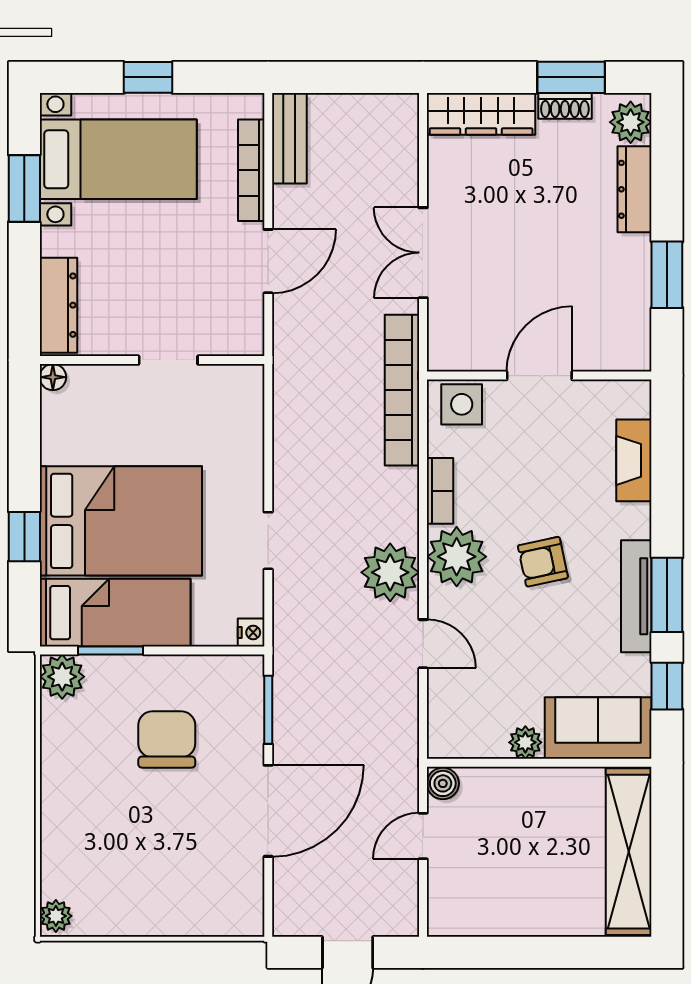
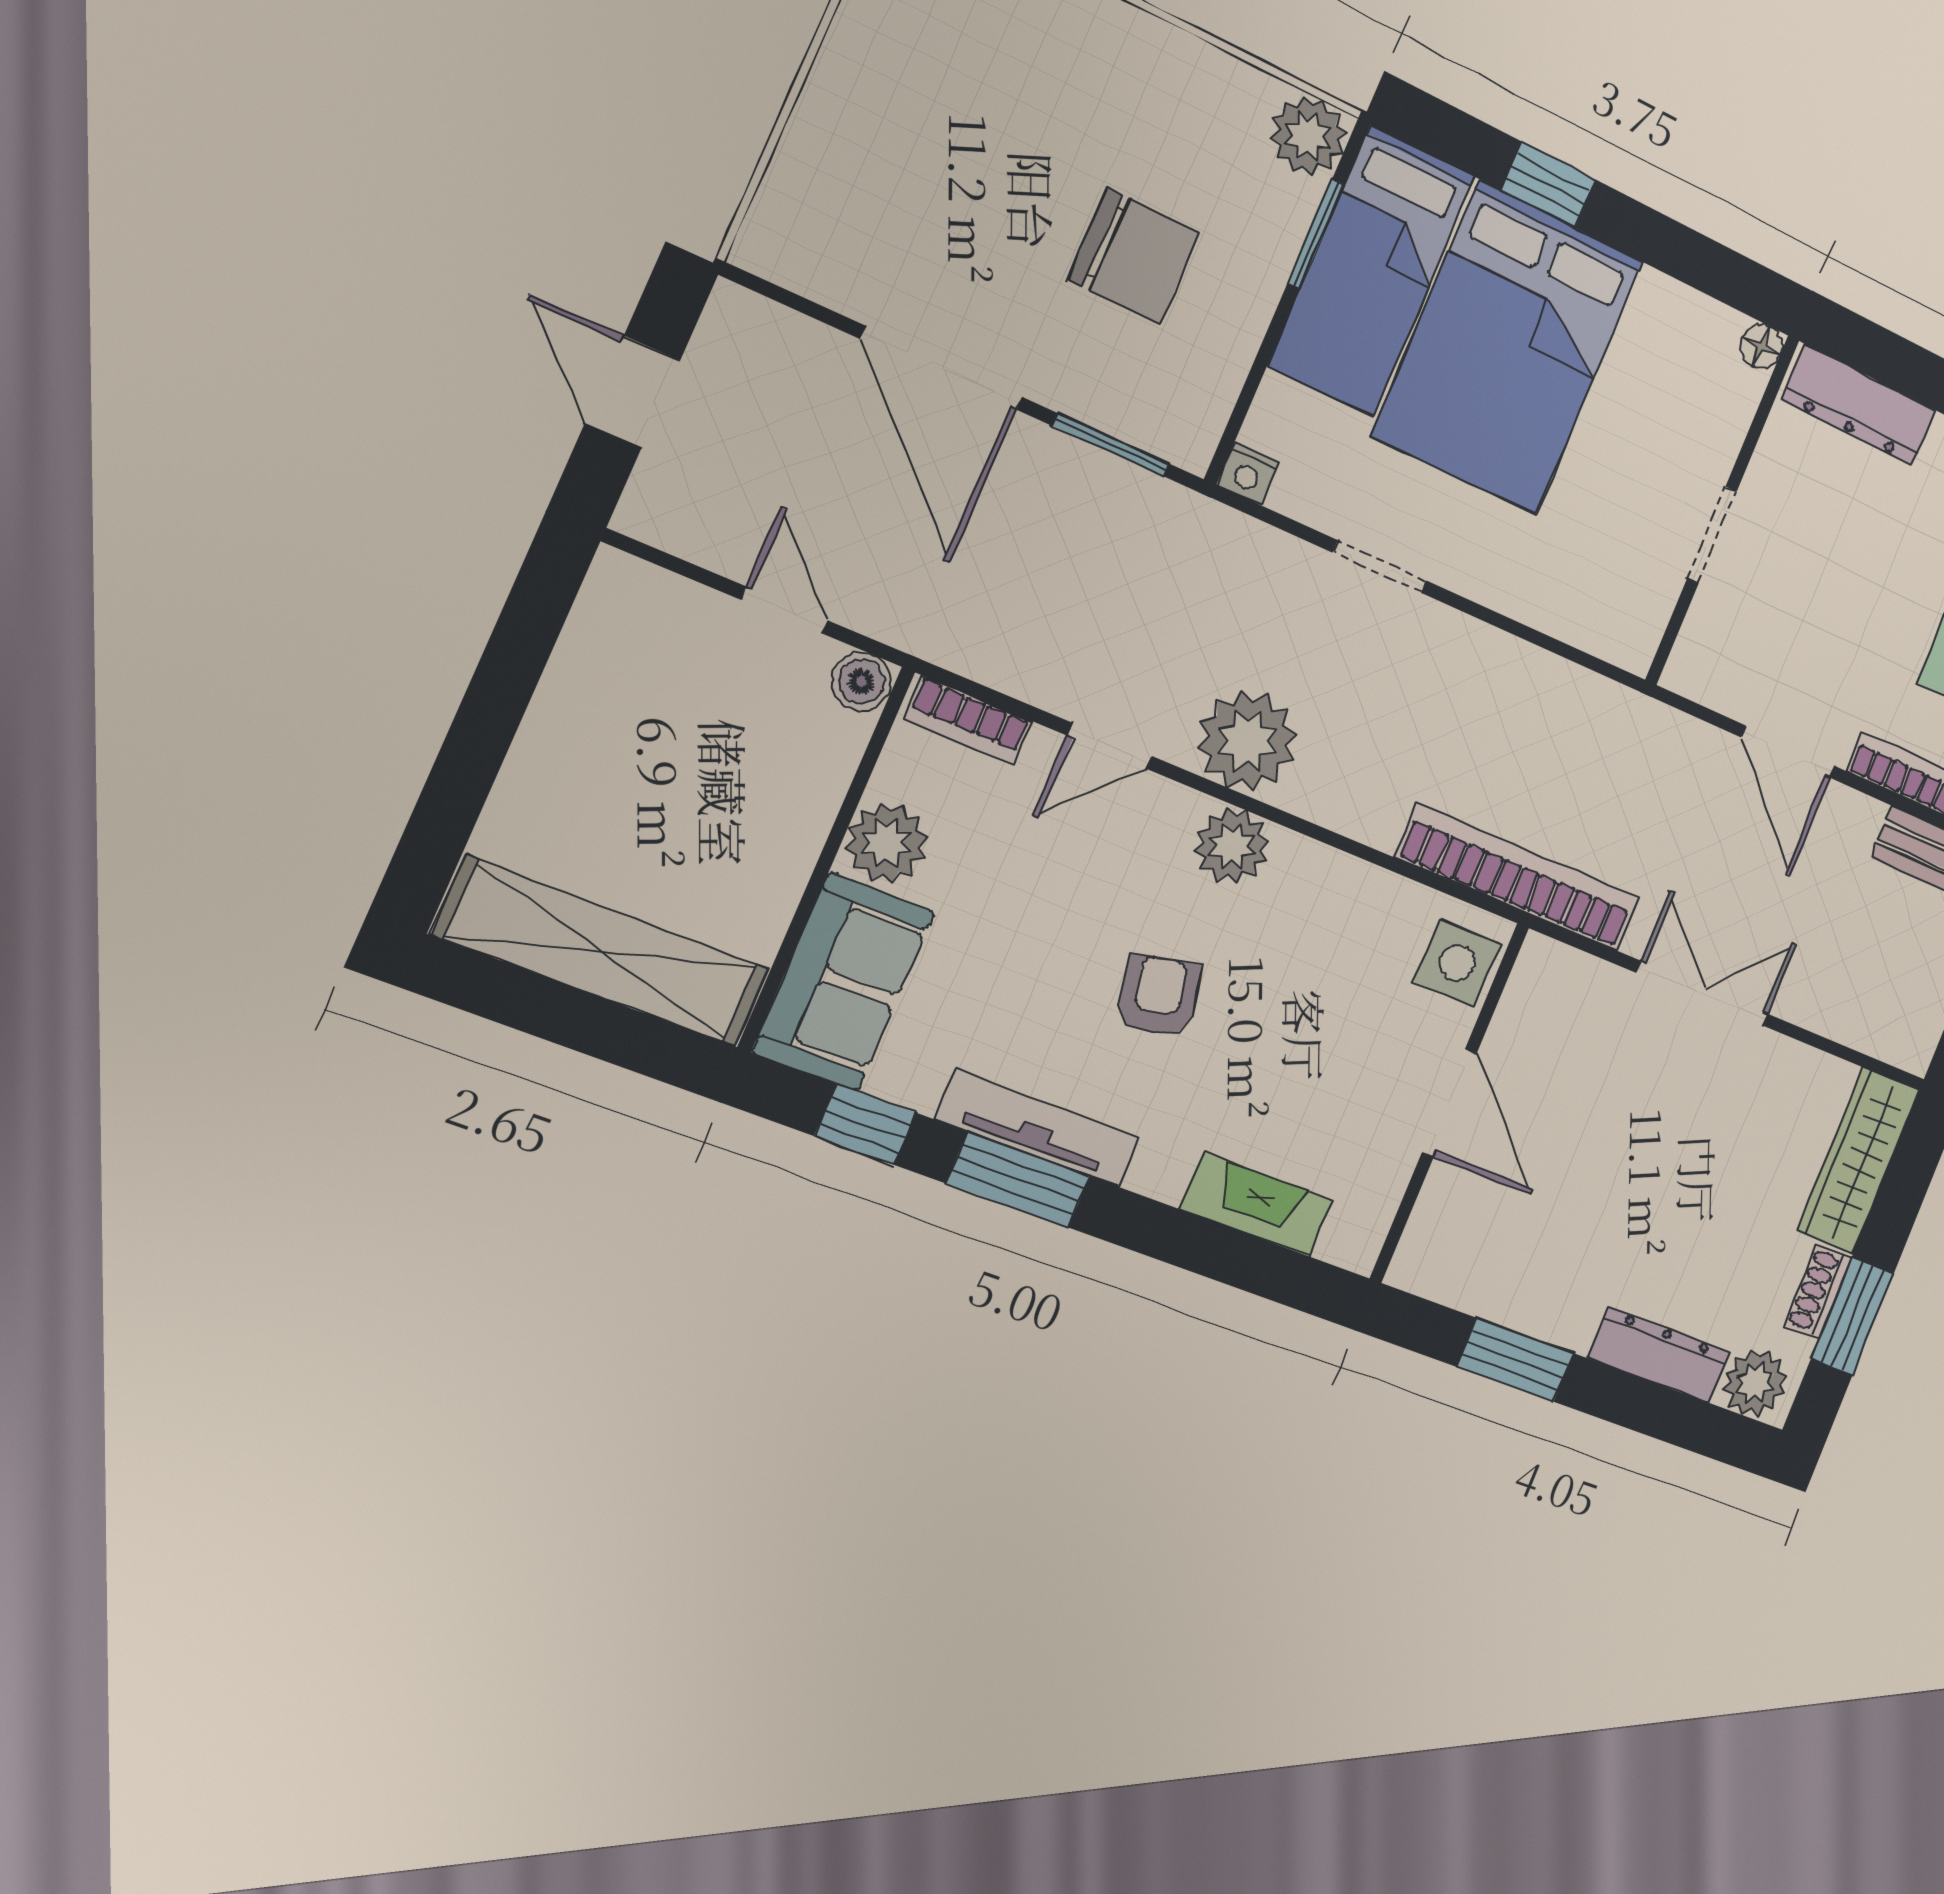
bookcase: (440, 491) -> (968, 720), moved
plant: (457, 557) -> (1232, 846), width x0.73, depth x0.73
plant: (525, 742) -> (887, 843), width x1.38, depth x1.38

